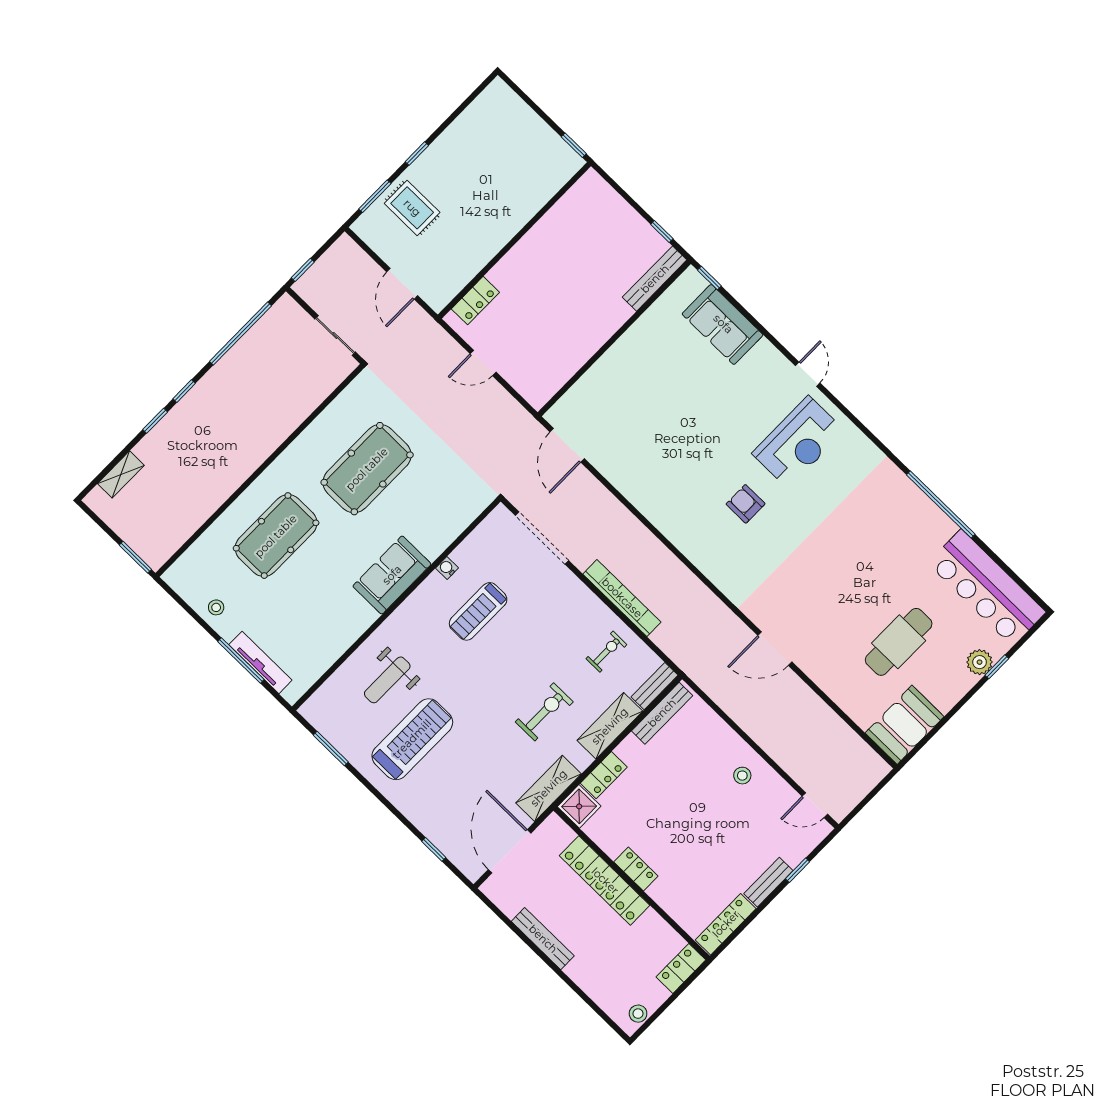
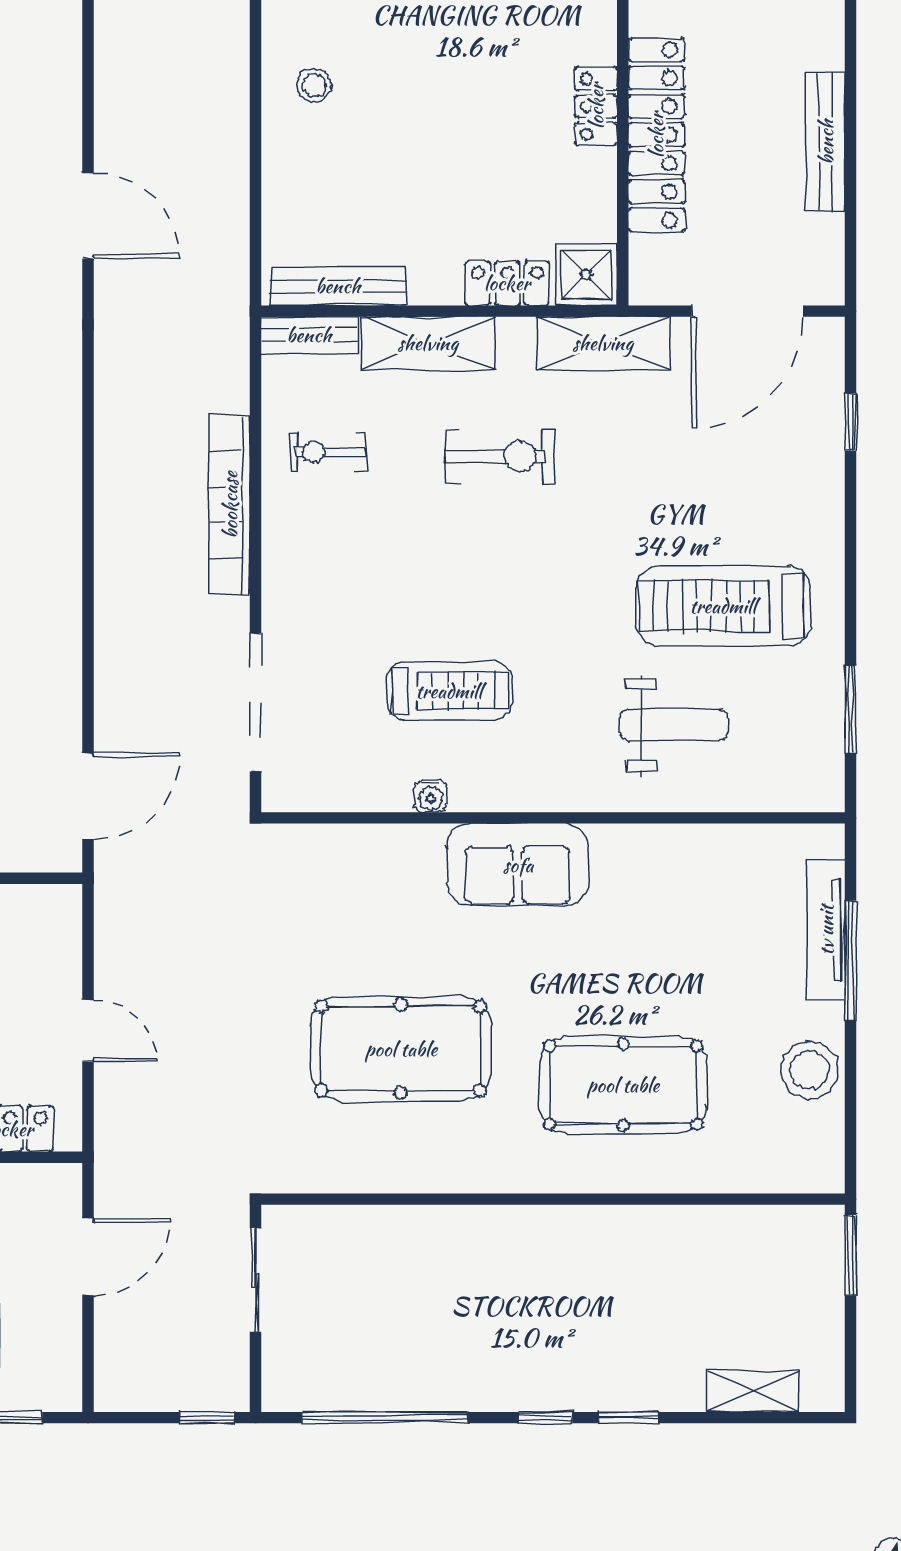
stool: (216, 607) -> (809, 1070), width x1.89, depth x1.89
exercise bike: (544, 712) -> (500, 456), turned 180

